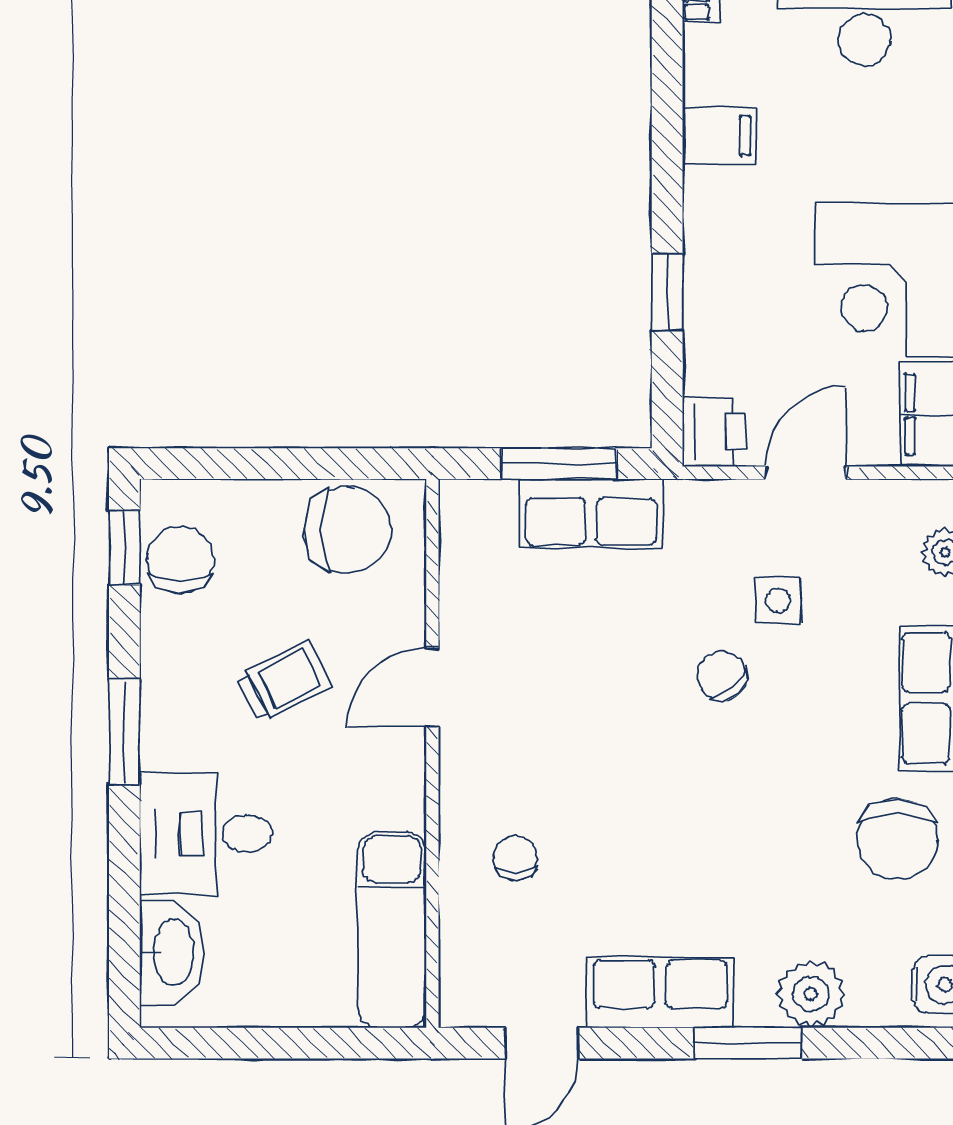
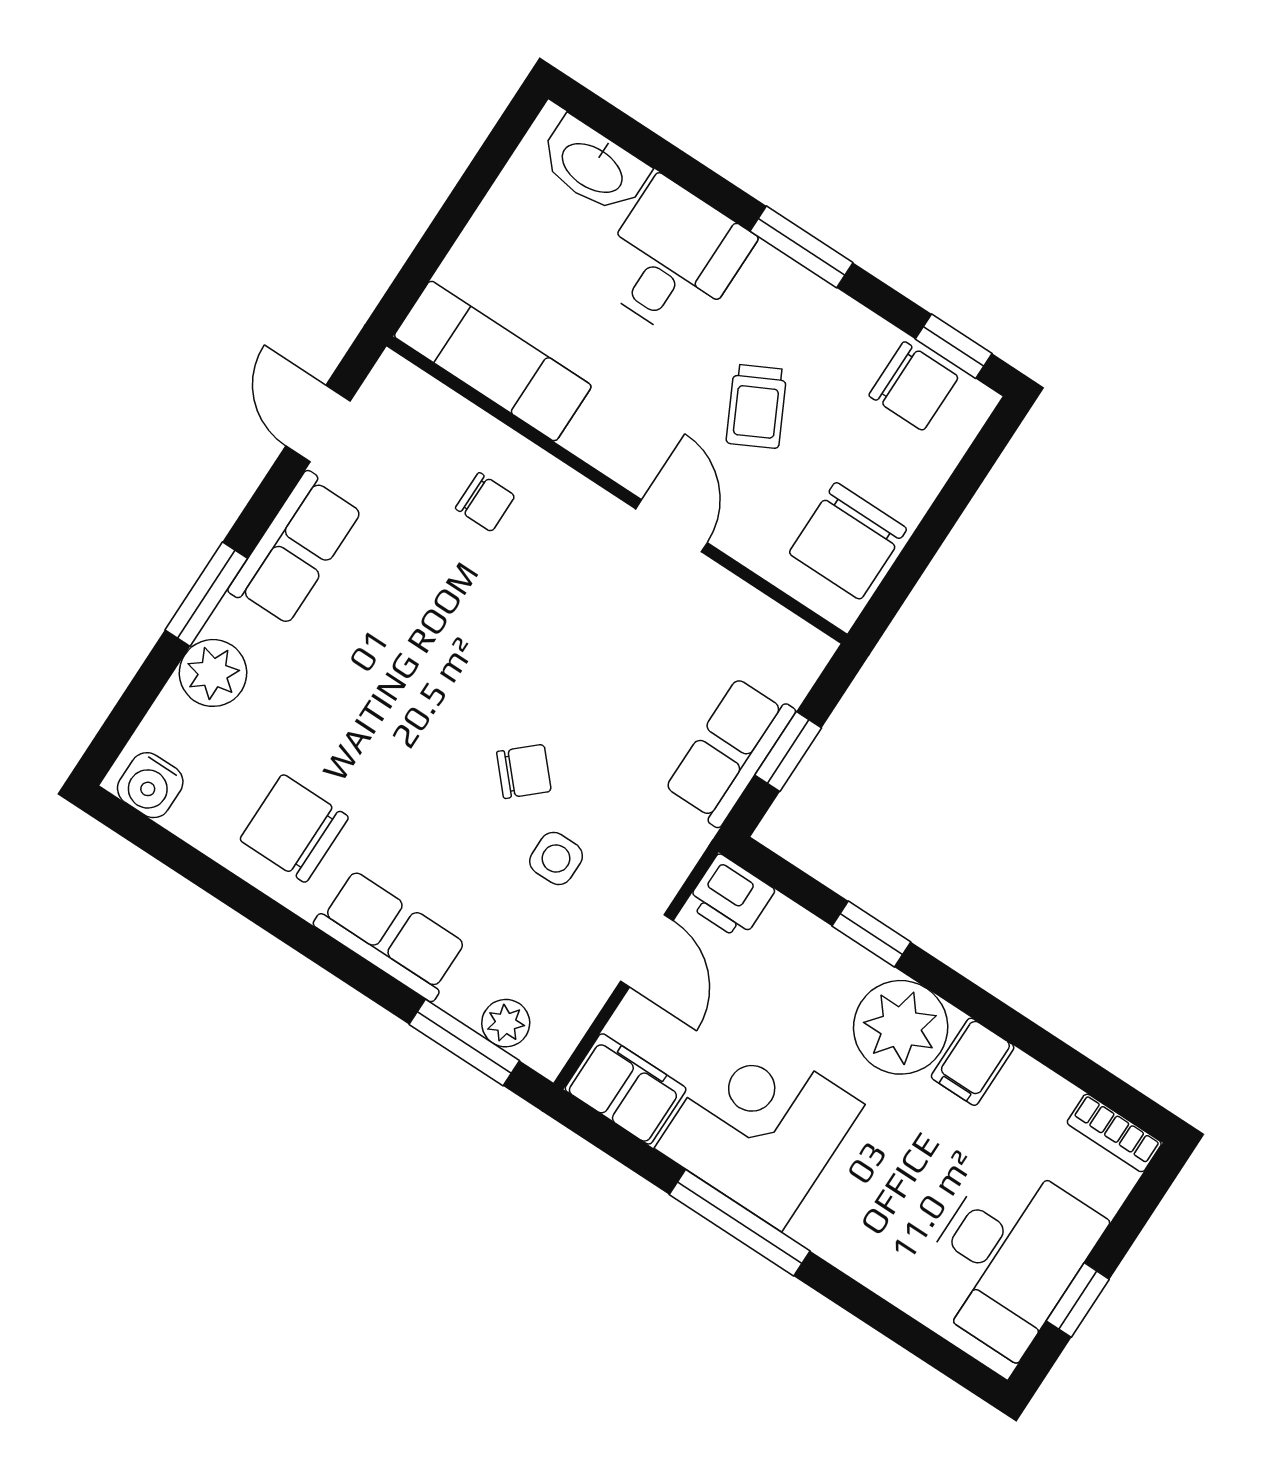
plant: (730, 216) -> (901, 1027), added
window: (559, 464) -> (788, 751), width x0.67

